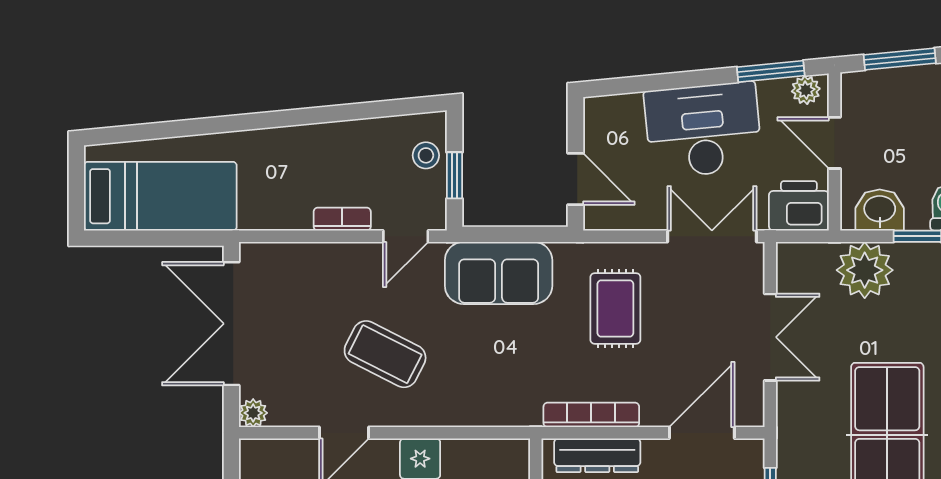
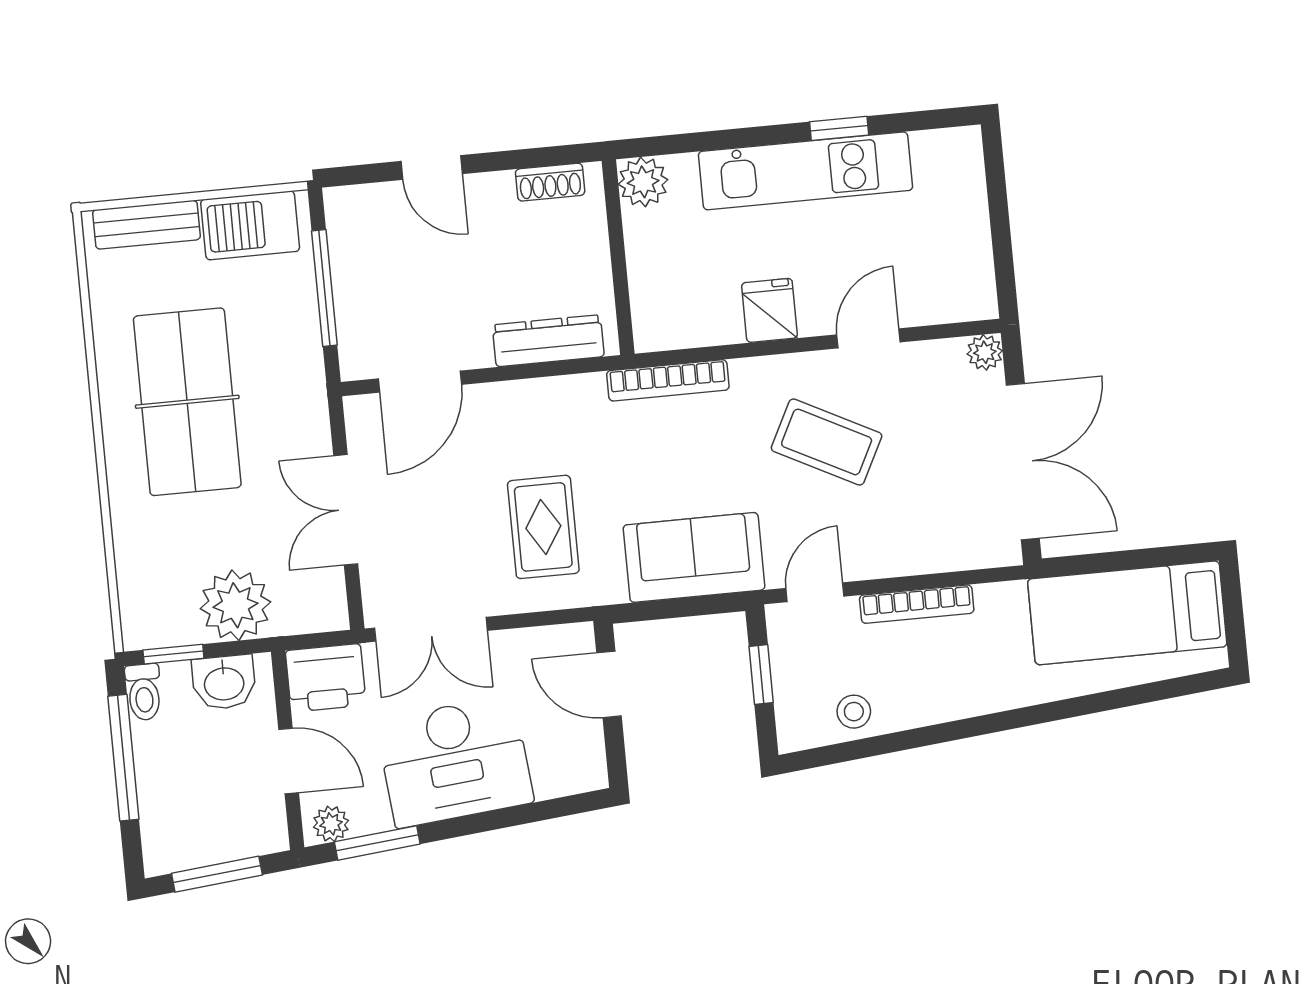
stool: (426, 155) -> (854, 712), moved
bookcase: (342, 219) -> (917, 604), width x1.56
bookcase: (591, 415) -> (668, 380), moved

